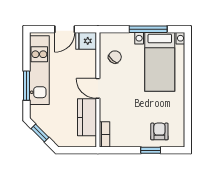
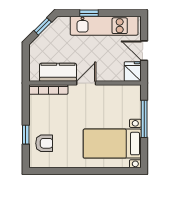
window: (148, 29) -> (144, 119), moved
chair: (115, 57) -> (117, 100), removed
window: (26, 86) -> (89, 13), width x0.67
bookcase: (104, 134) -> (48, 90), width x1.56

